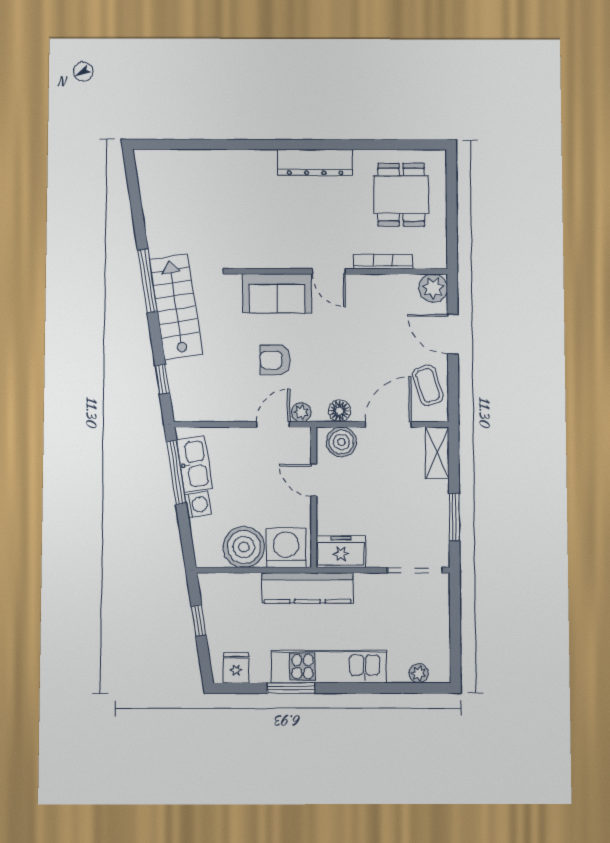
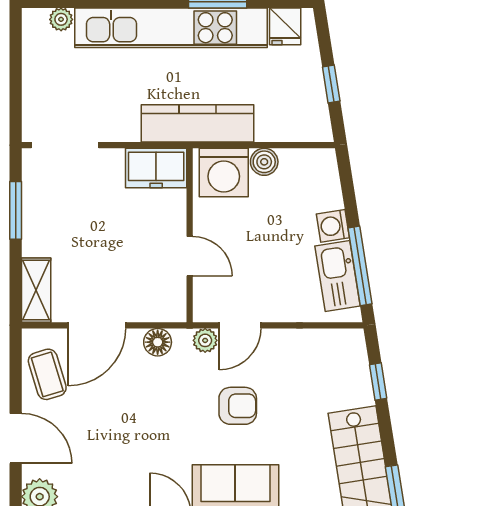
boiler: (341, 442) -> (155, 304), removed
boiler: (244, 547) -> (264, 162), width x0.54, depth x0.54
kitchen unit: (329, 667) -> (171, 28), width x1.36

